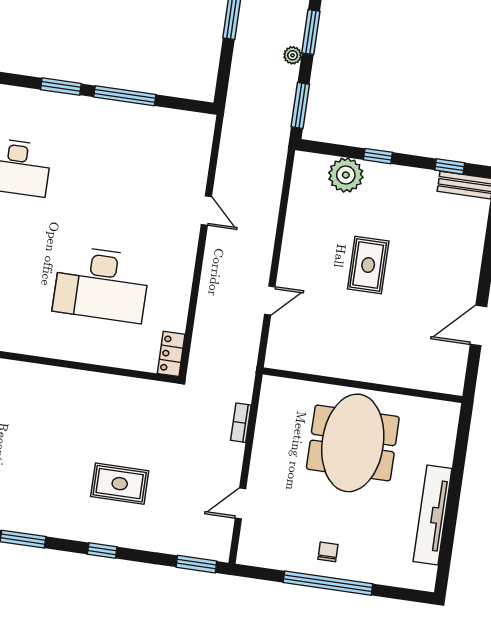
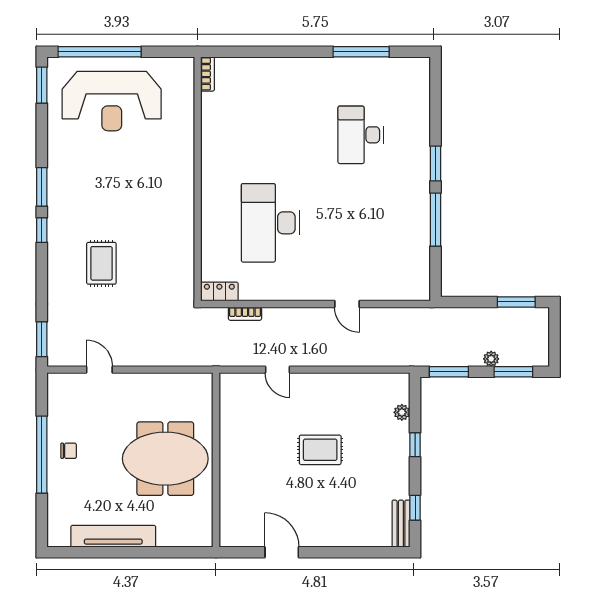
plant: (346, 175) -> (402, 412), width x0.53, depth x0.53
door: (206, 211) -> (347, 304), hinge flipped
bookcase: (241, 423) -> (245, 314), moved, turned 180
window: (102, 551) -> (42, 230), moved

